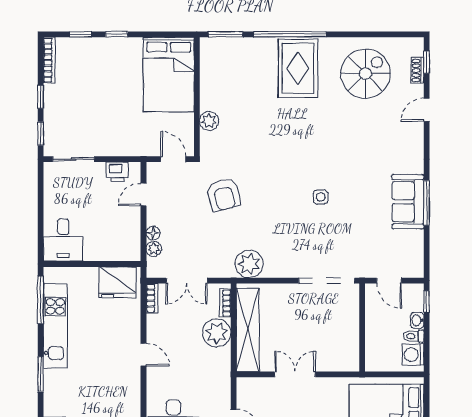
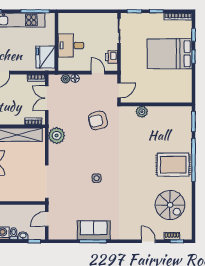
bed: (169, 75) -> (170, 54), moved
desk: (63, 240) -> (71, 45), moved
plant: (217, 333) -> (16, 116), removed

